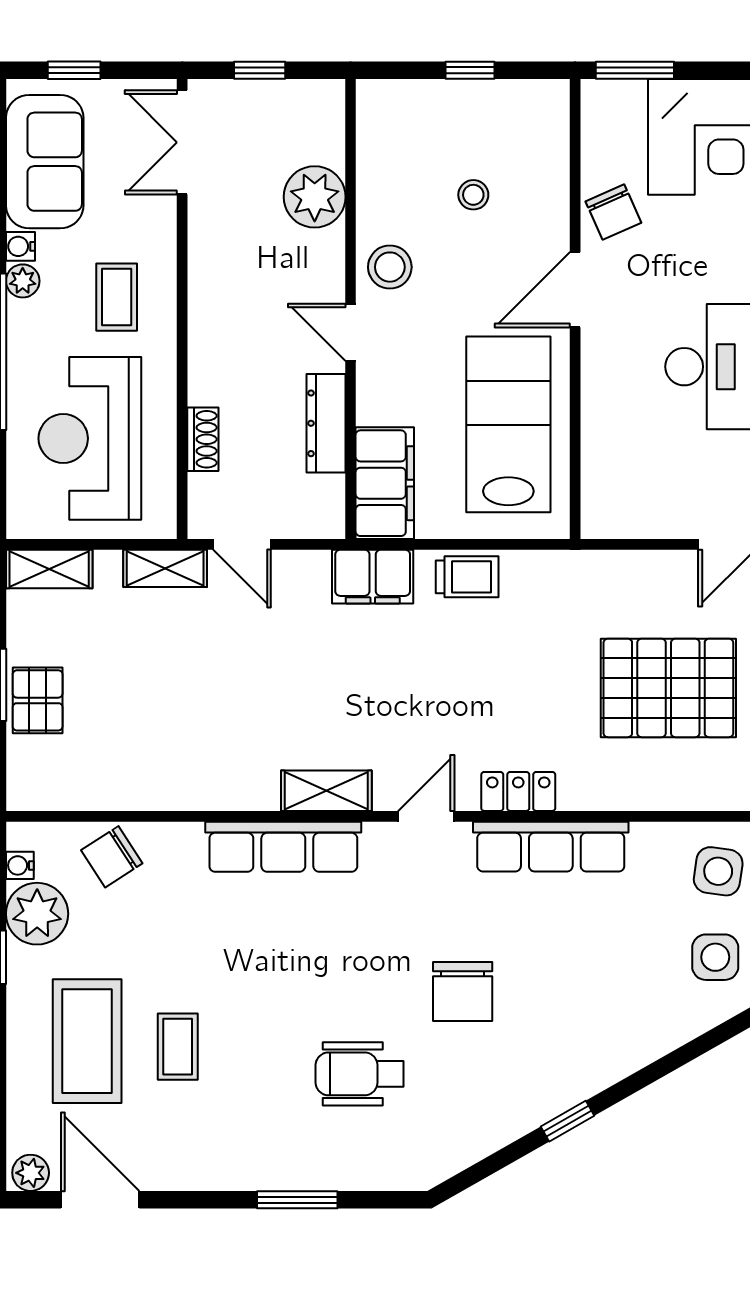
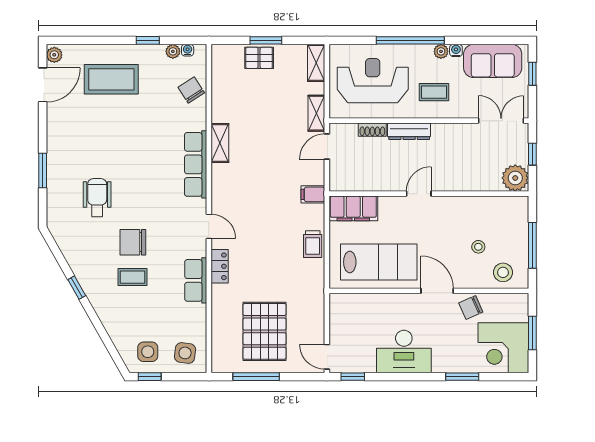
window: (470, 70) -> (532, 245), width x2.17
window: (635, 70) -> (532, 333), moved
plant: (315, 197) -> (515, 178), moved
stool: (390, 267) -> (503, 272), moved
dresser: (326, 423) -> (409, 131), moved, turned 180
filing cabinet: (373, 577) -> (313, 194), width x0.50
shelving: (326, 791) -> (220, 143), moved
row of seats: (551, 847) -> (196, 280), width x0.68
plant: (37, 914) -> (173, 51), width x0.53, depth x0.53
coffee table: (178, 1047) -> (132, 277), moved

